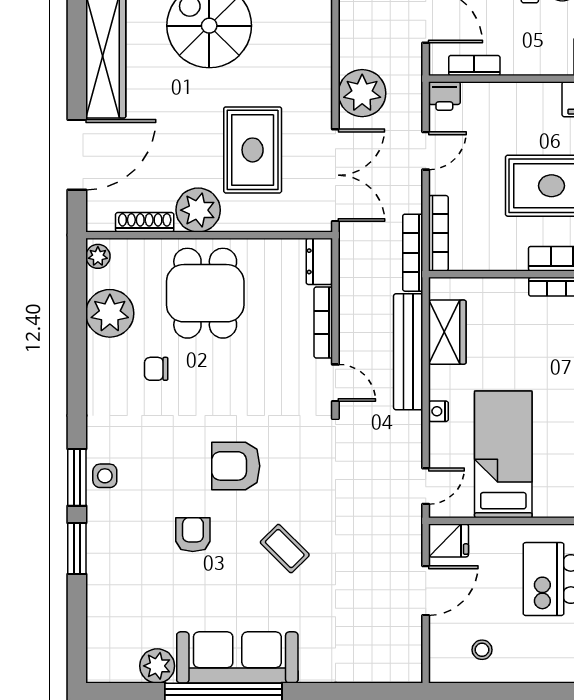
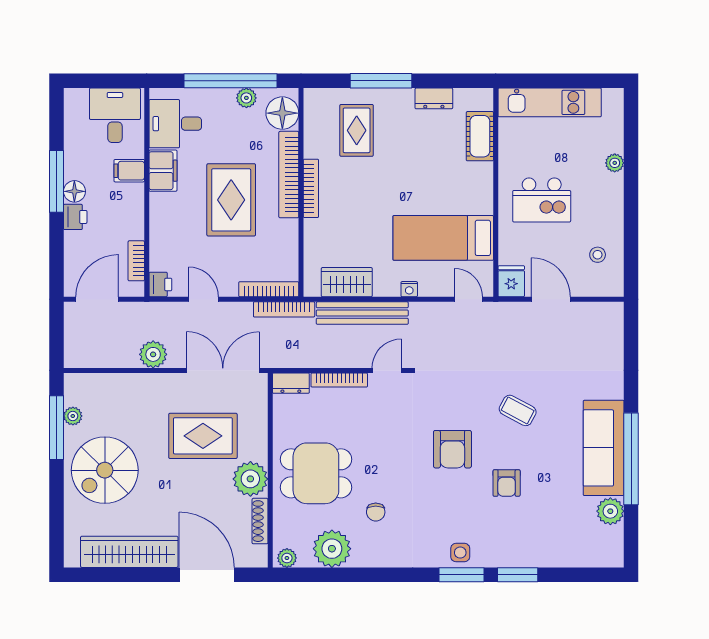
plant: (362, 93) -> (153, 354), width x0.73, depth x0.73
armchair: (193, 535) -> (507, 483), turned -90
coffee table: (285, 549) -> (518, 410), turned 73

